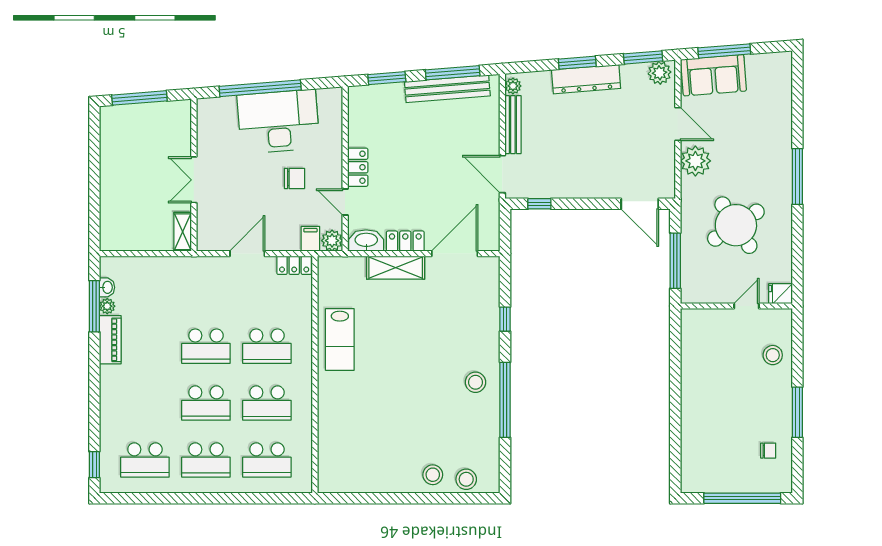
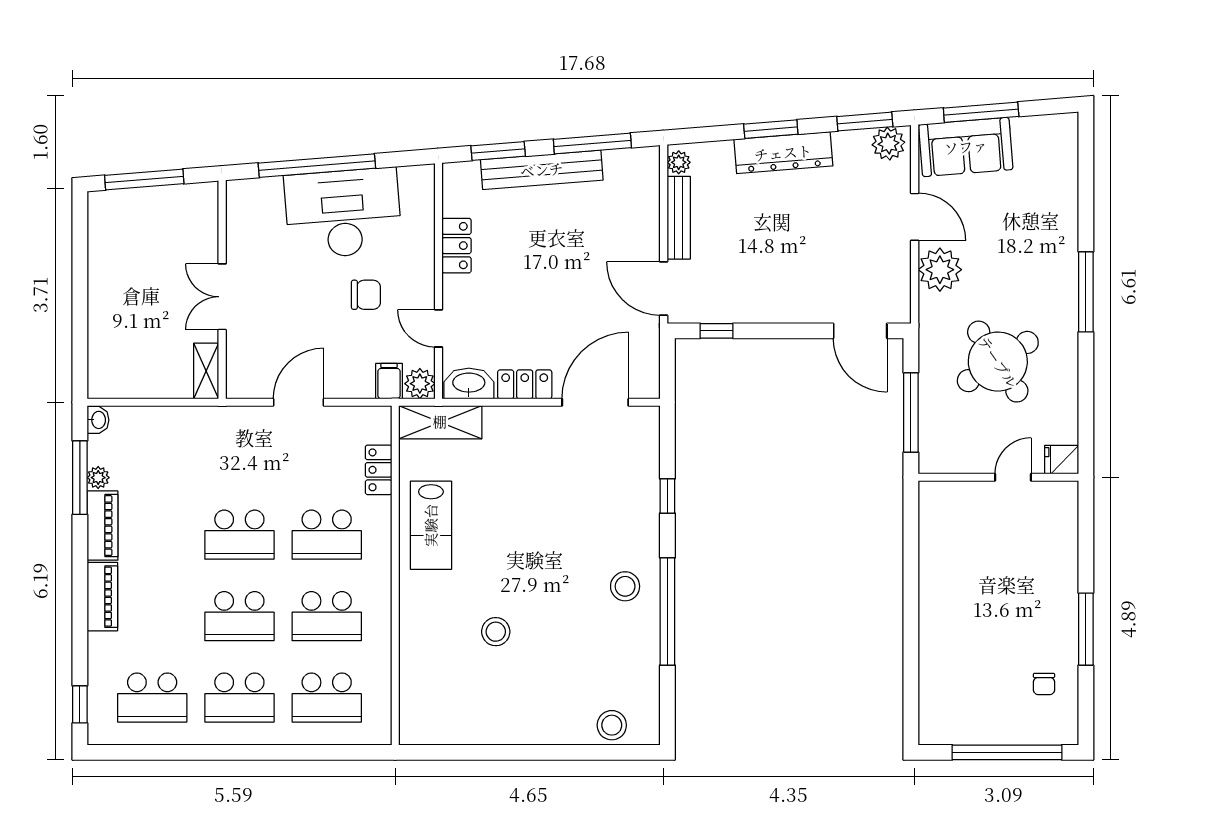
bench: (447, 89) -> (542, 170), moved
locker: (358, 167) -> (457, 246), moved
locker: (294, 265) -> (379, 470), moved, turned 90
shelving: (396, 268) -> (440, 422), moved
washbasin: (107, 287) -> (98, 420), moved
stool: (773, 355) -> (1050, 547), removed
piano: (110, 389) -> (102, 597), added
chair: (768, 451) -> (1044, 684), turned 90
stool: (433, 475) -> (496, 632), moved

